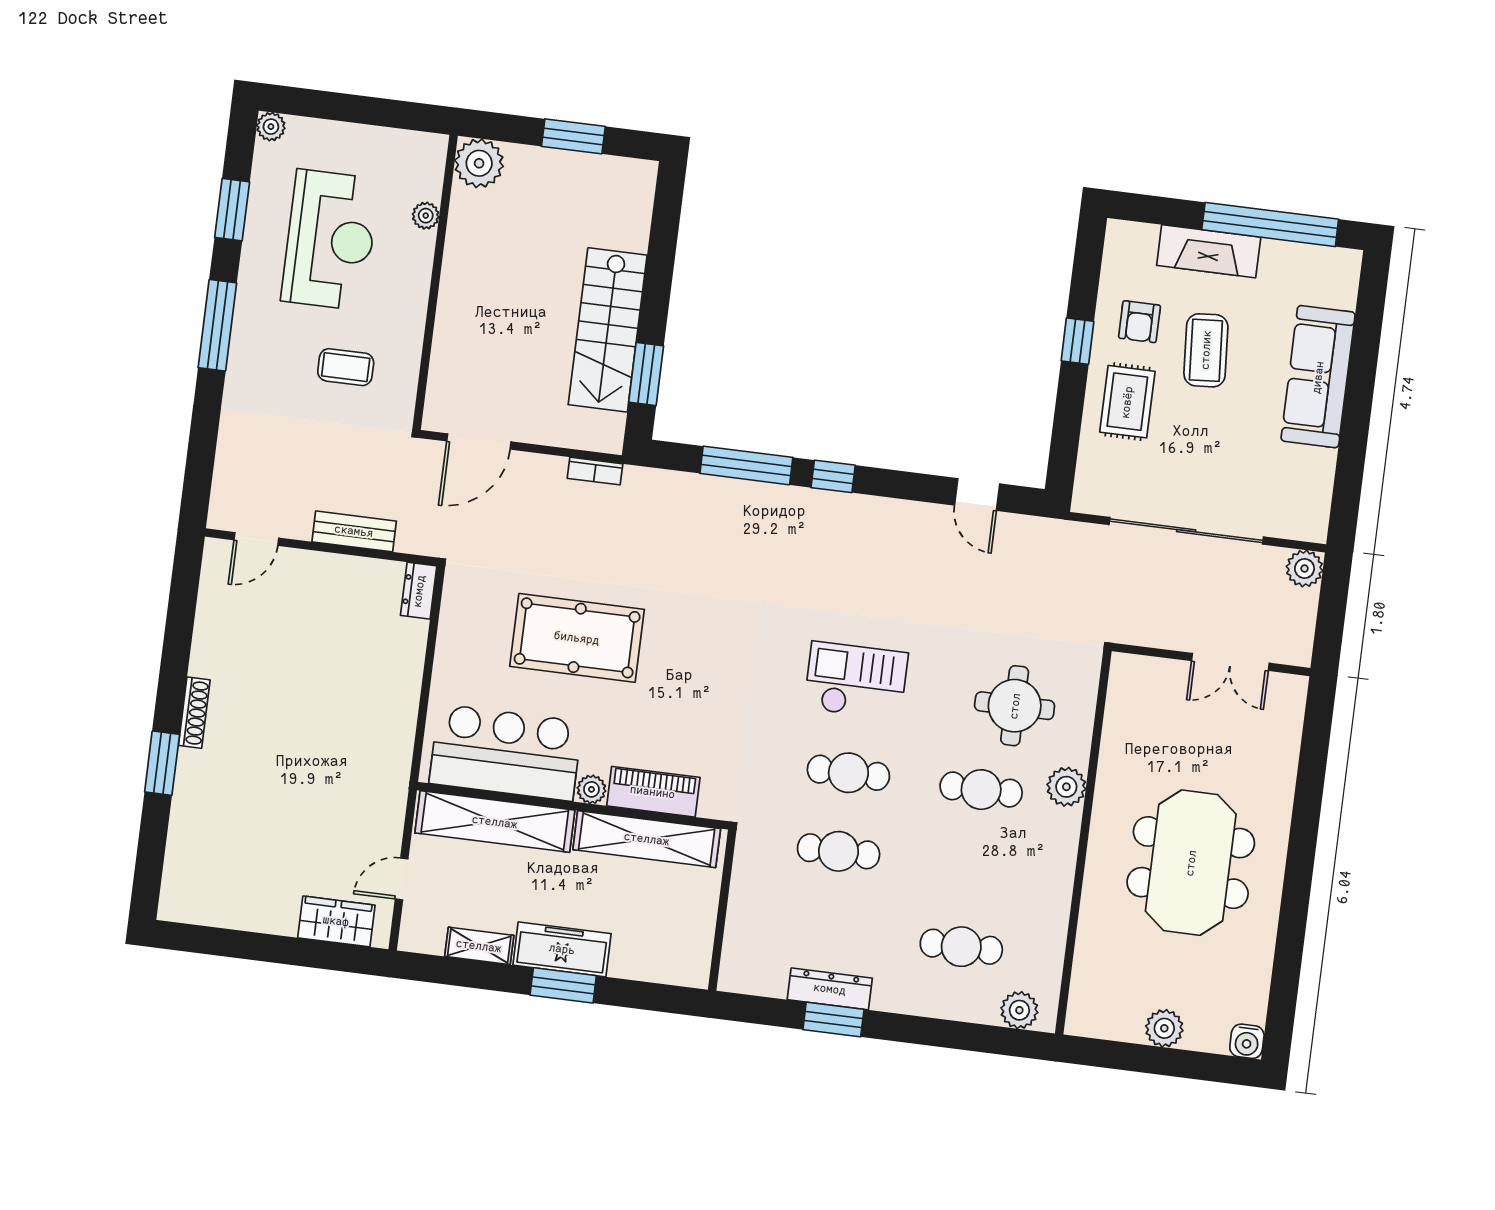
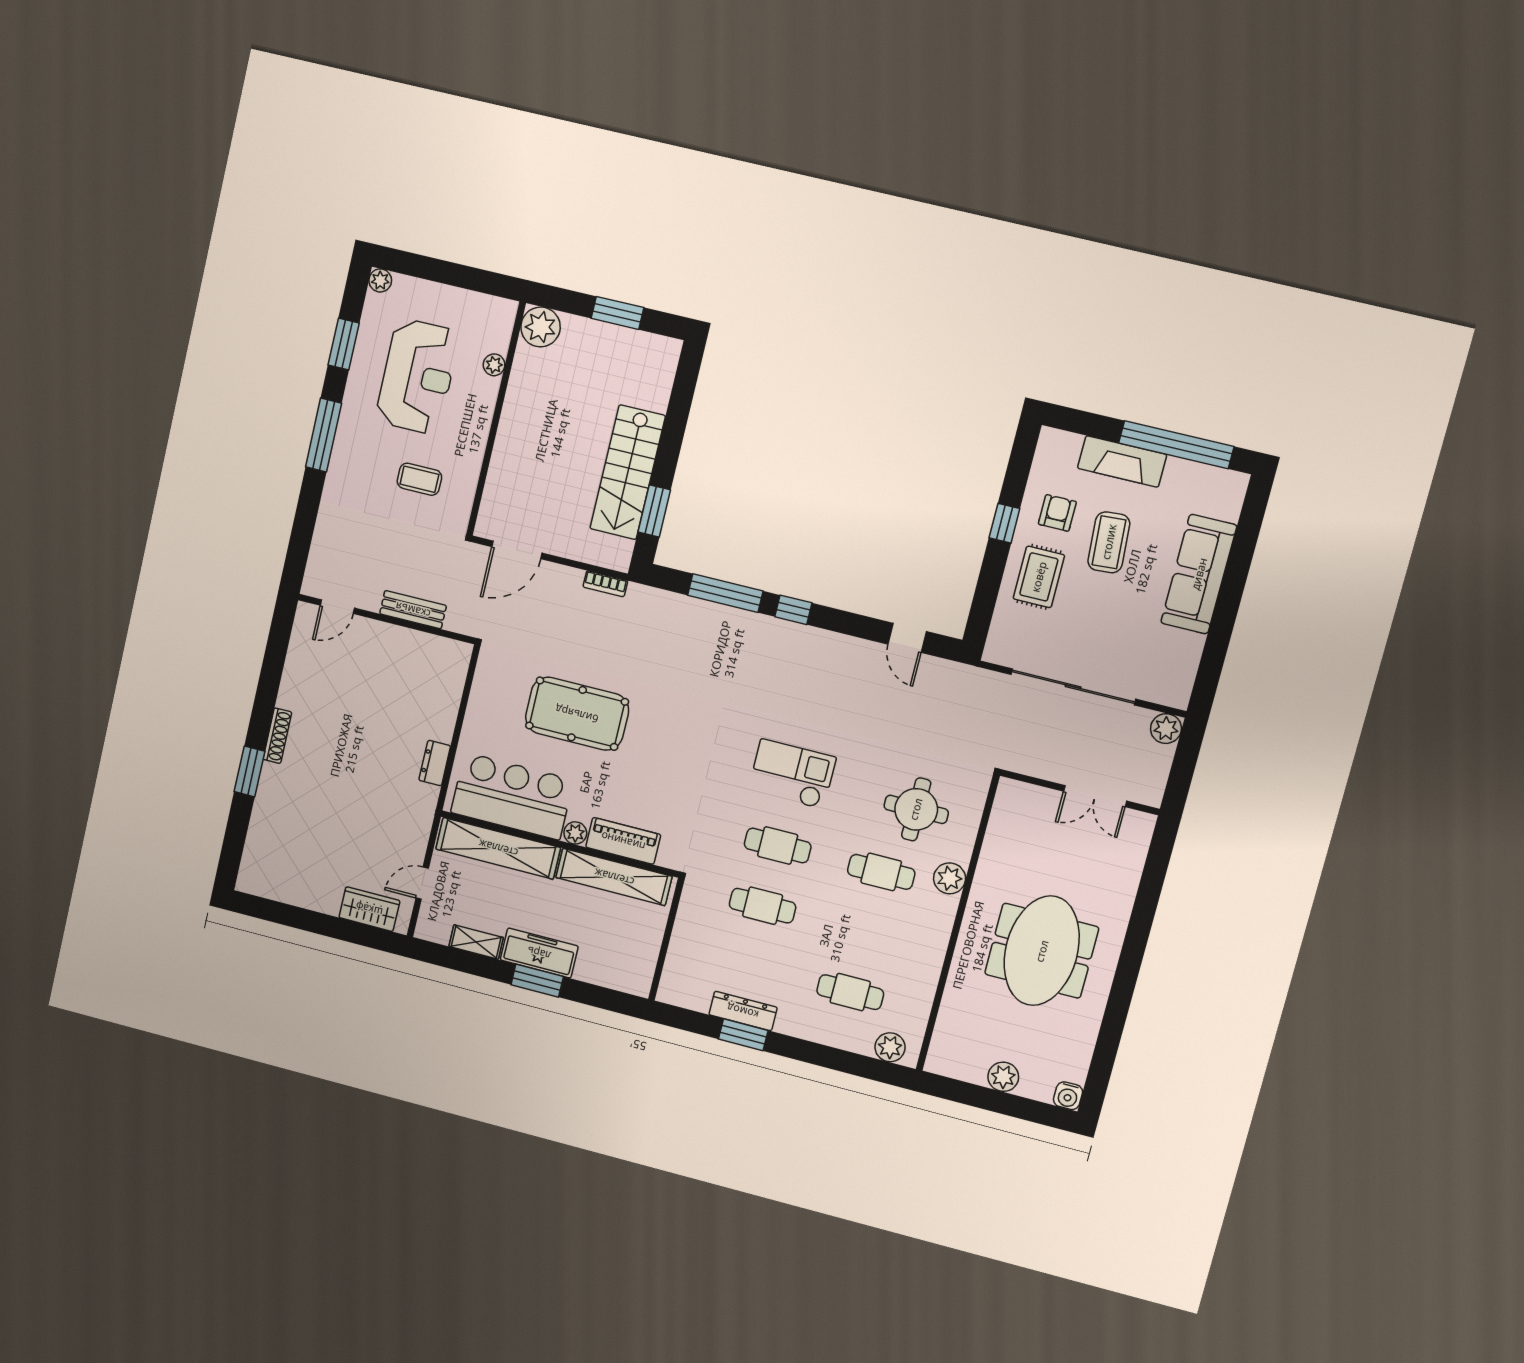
armchair: (1140, 322) -> (1057, 513), turned 180
dresser: (419, 591) -> (435, 763), moved

